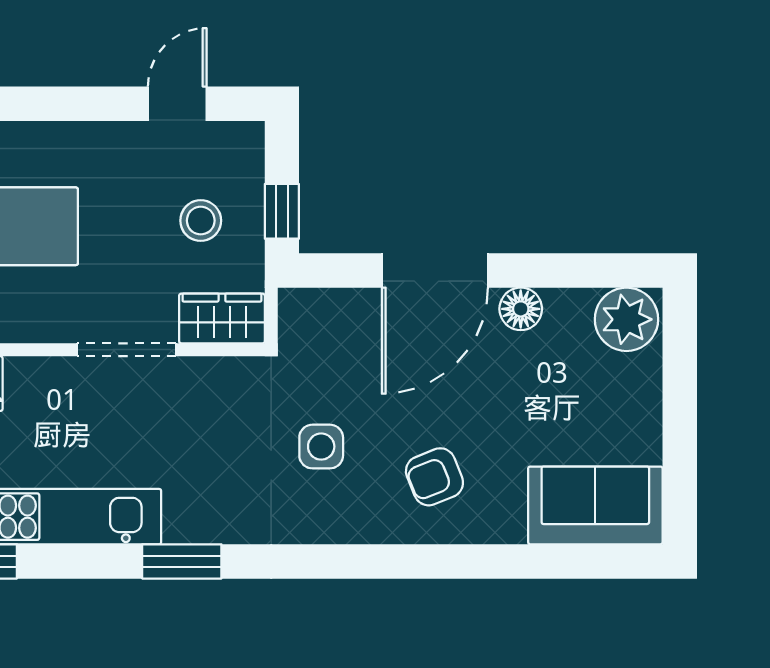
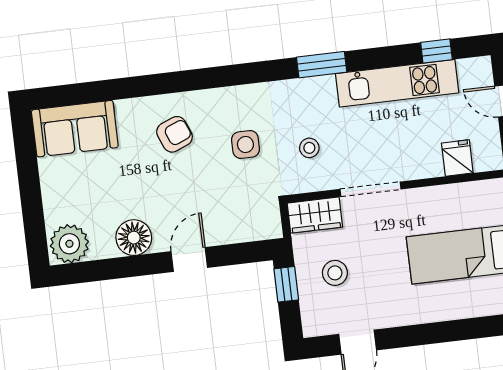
door: (435, 271) -> (189, 260), width x0.53
floor lamp: (521, 309) -> (134, 238), width x1.38, depth x1.38
stool: (218, 429) -> (309, 148), added

